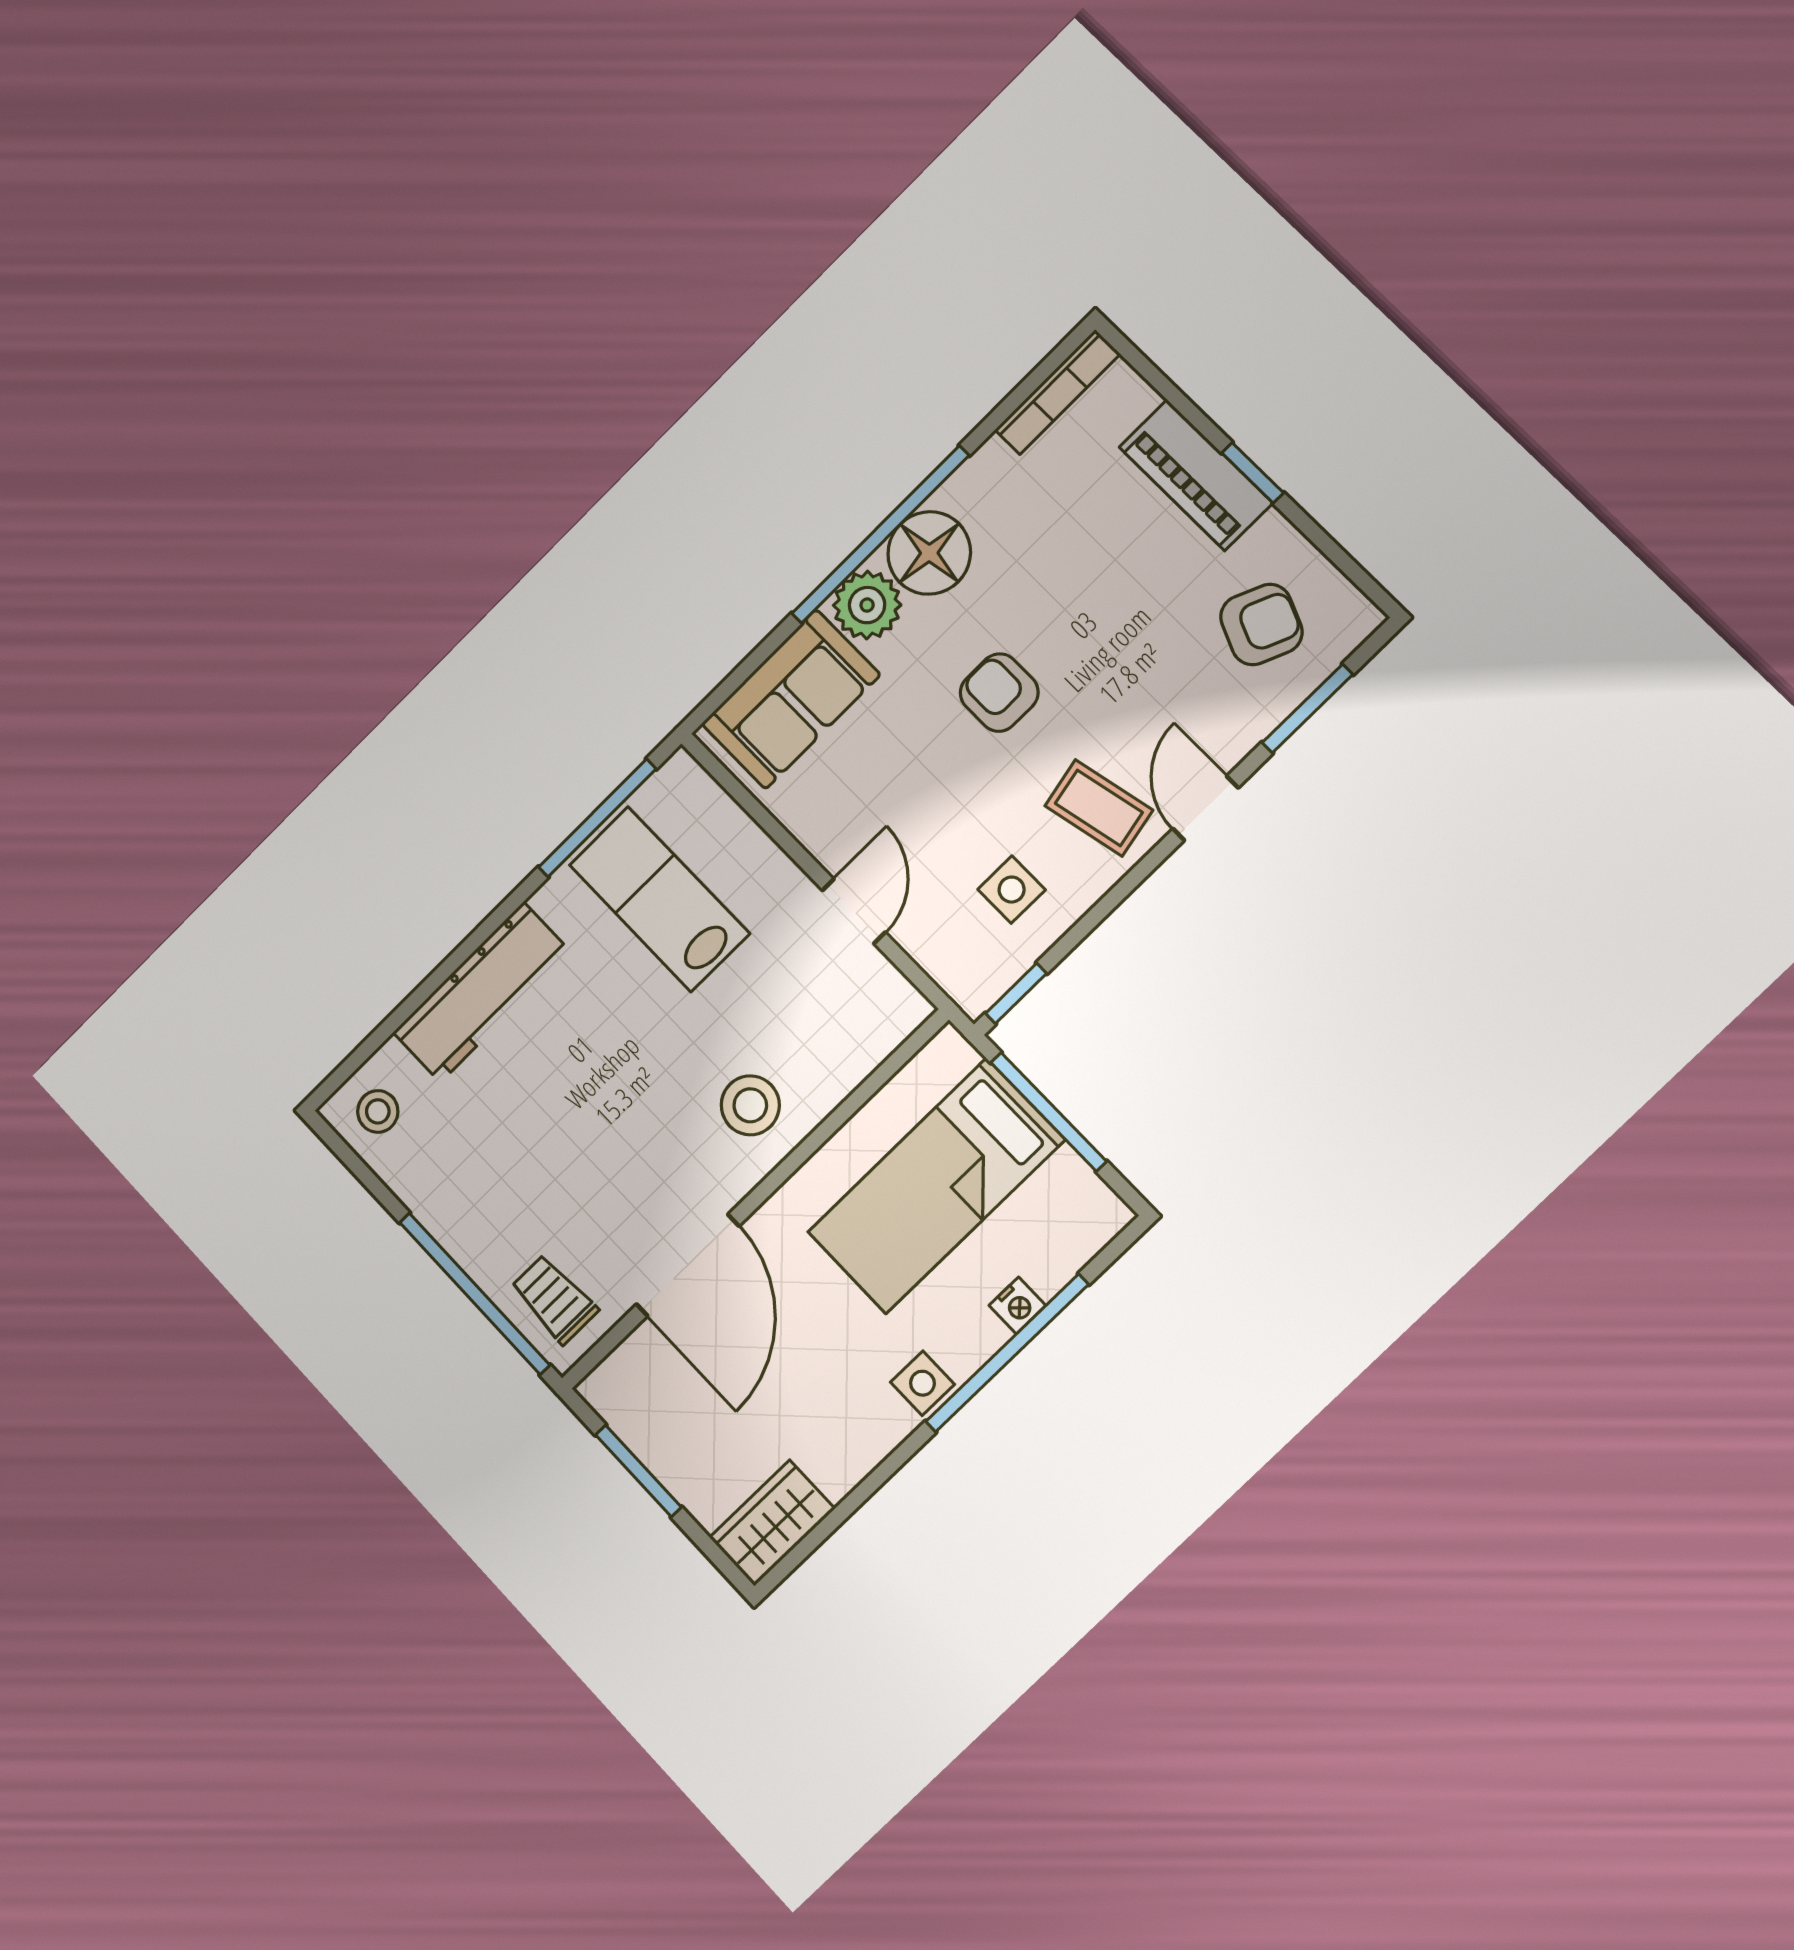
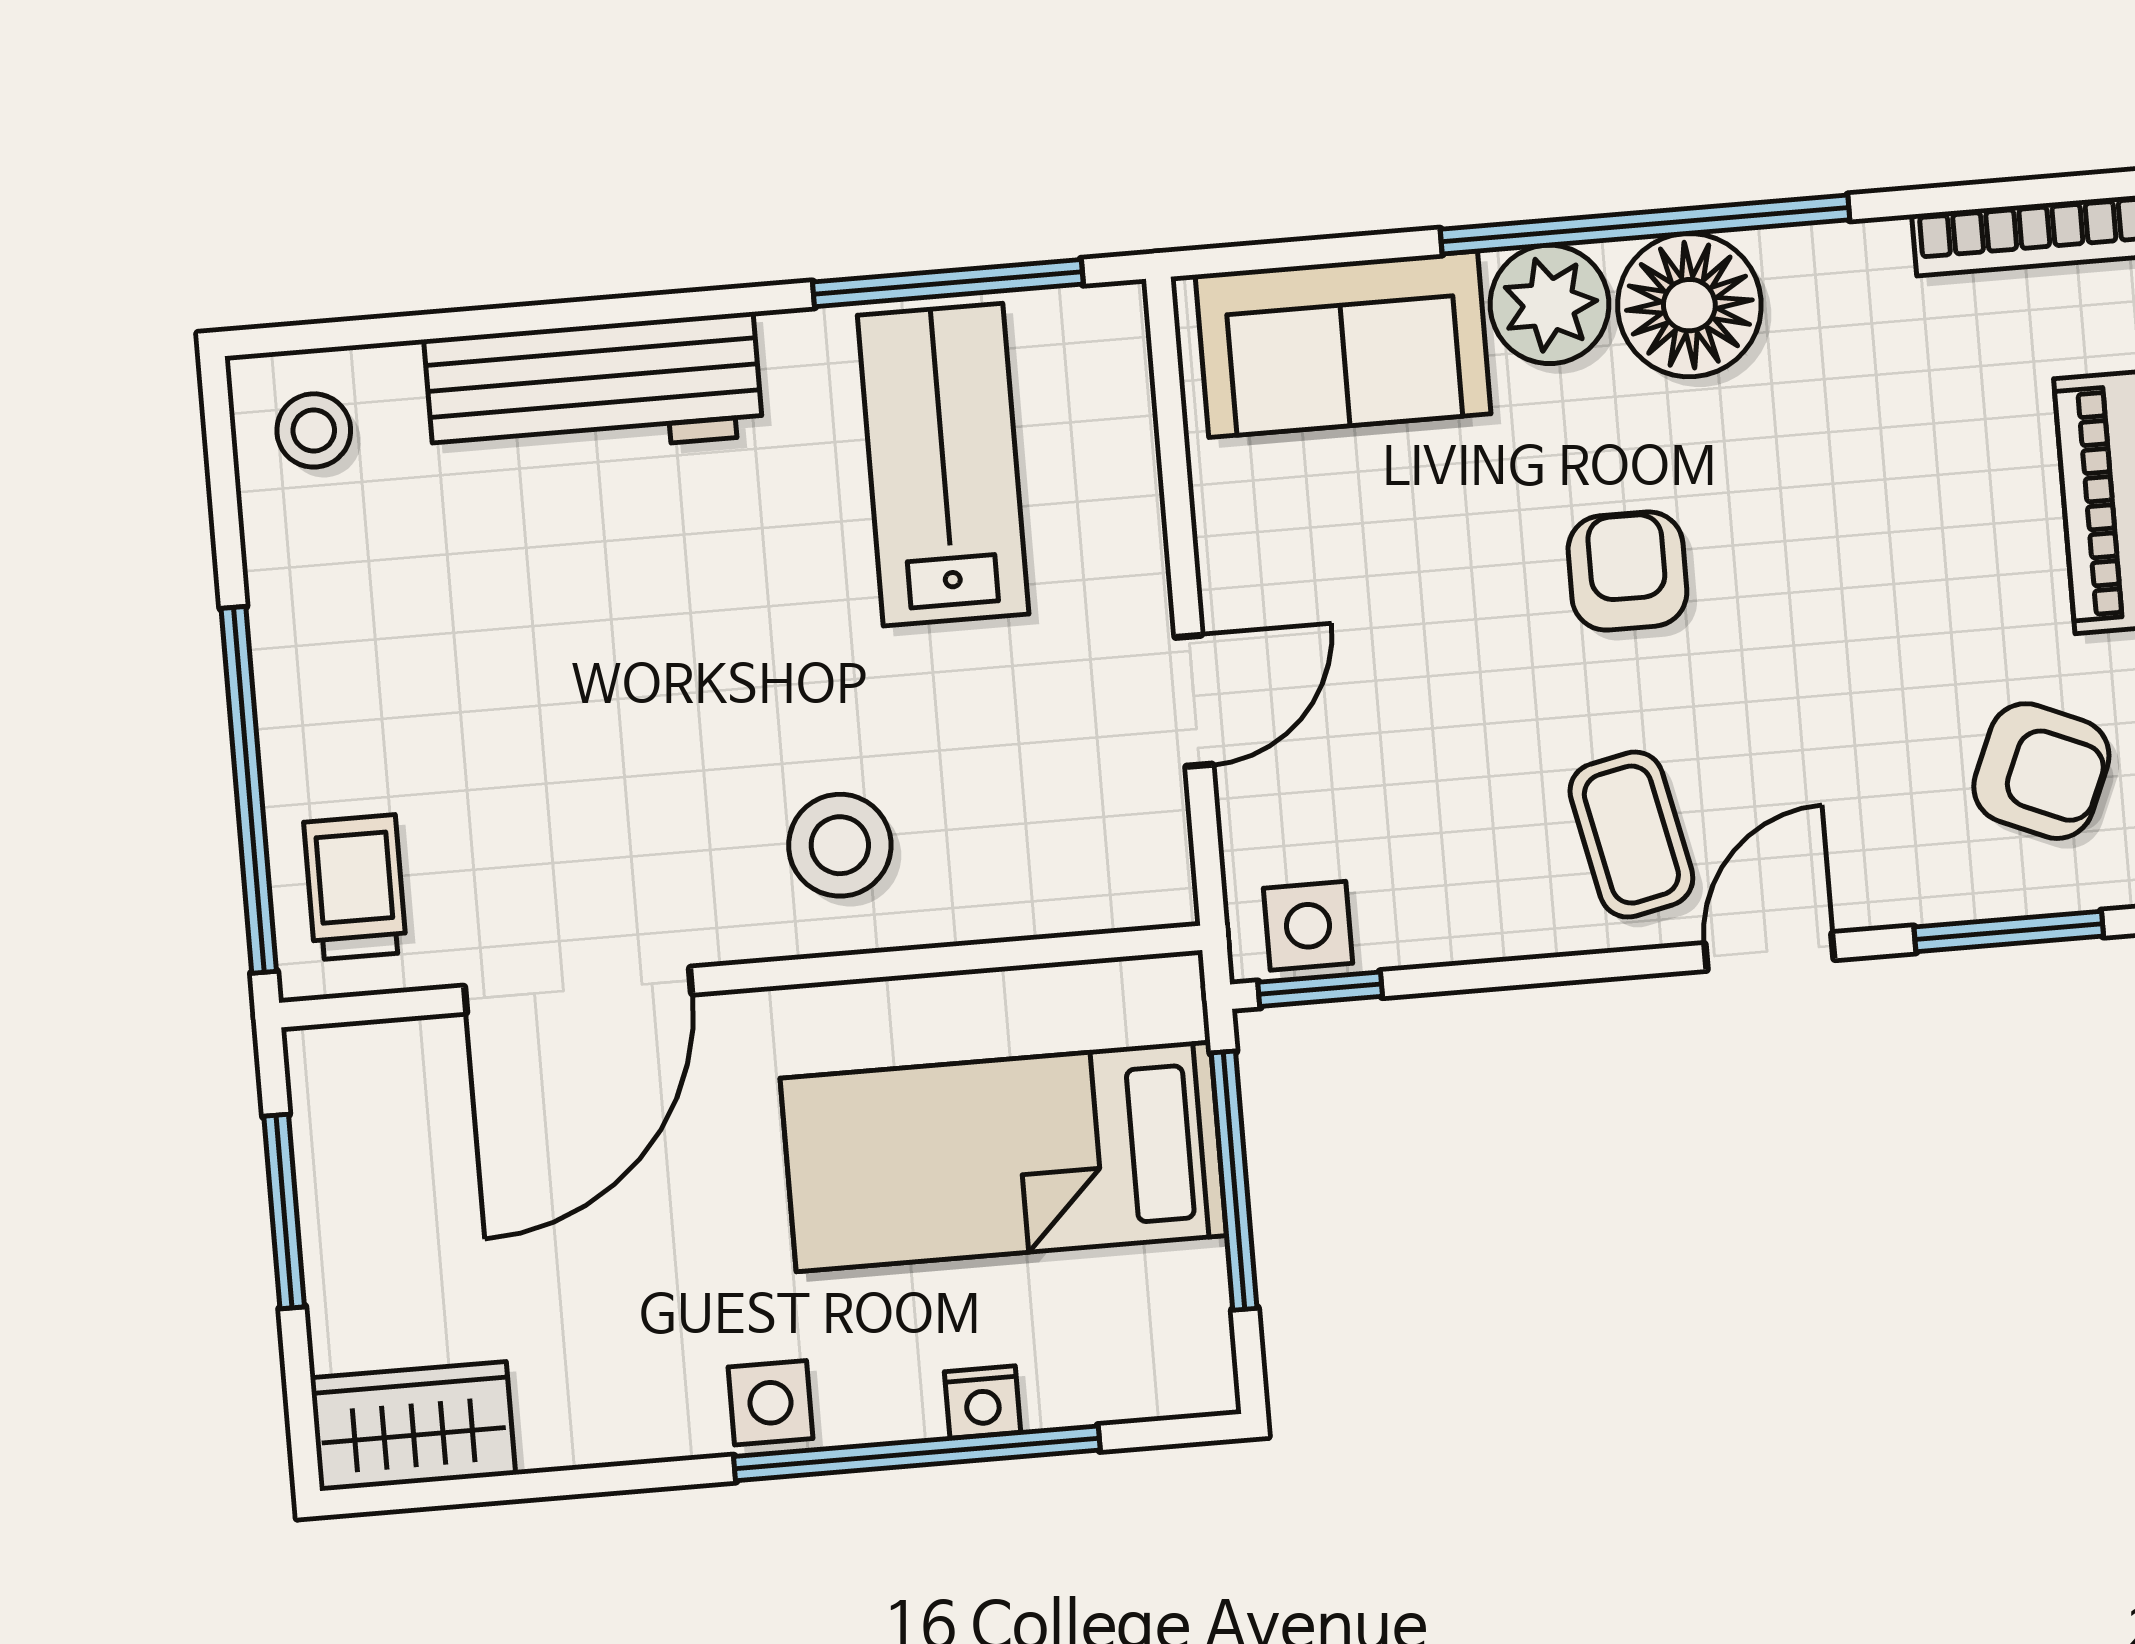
side table: (1012, 890) -> (1308, 926), moved

